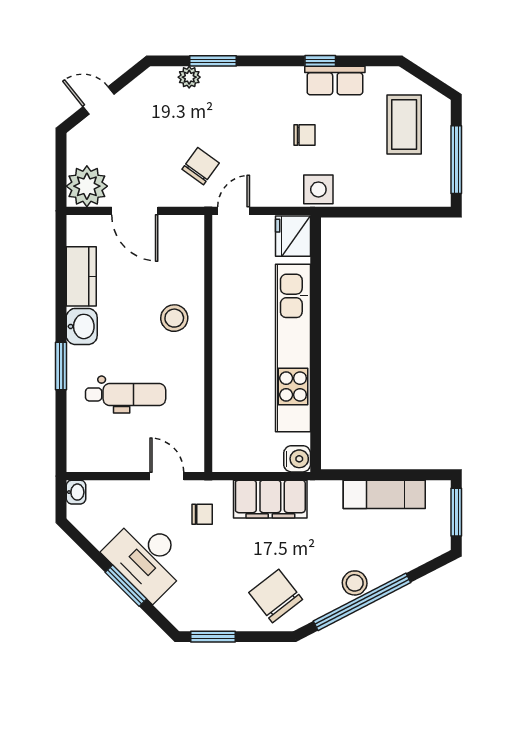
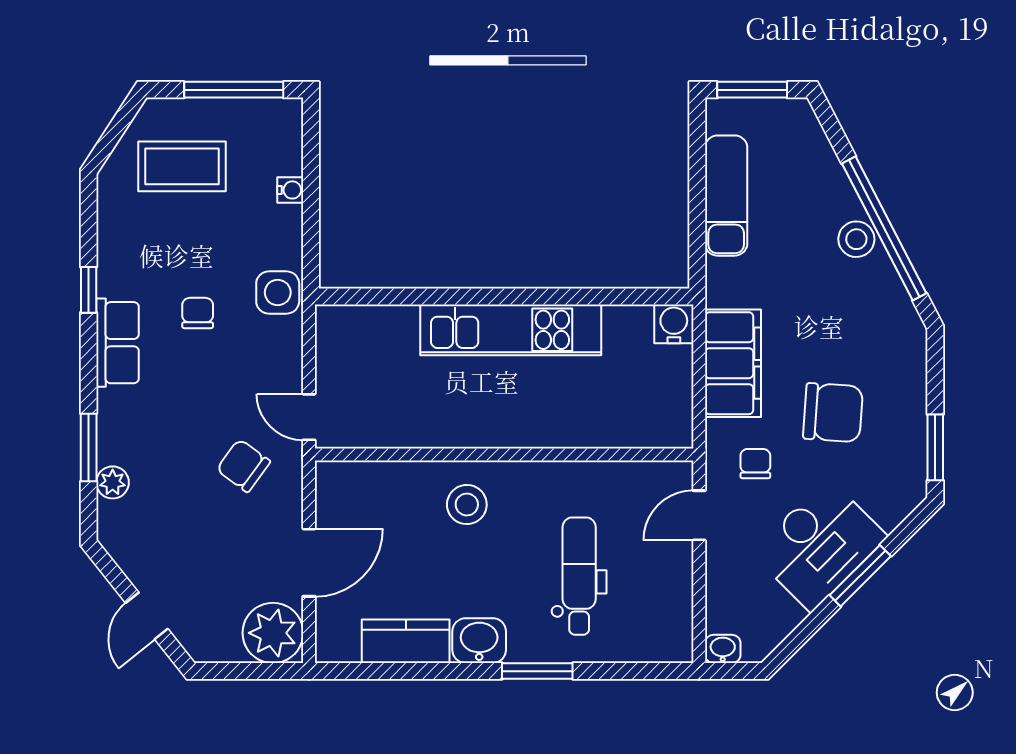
row of seats: (335, 81) -> (118, 343), moved
water cooler: (388, 198) -> (290, 190), added
fridge: (293, 236) -> (346, 330), removed
kitchen unit: (293, 348) -> (511, 330), width x0.73
chair: (276, 596) -> (833, 413), moved, turned -138

